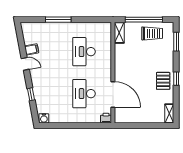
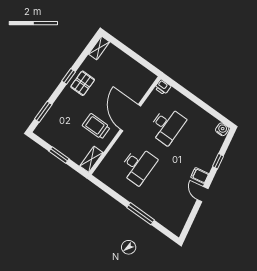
window: (144, 20) -> (59, 155), width x0.47
trolley: (152, 33) -> (96, 126), moved
filing cabinet: (32, 49) -> (200, 176), moved
door: (113, 94) -> (130, 118), moved

